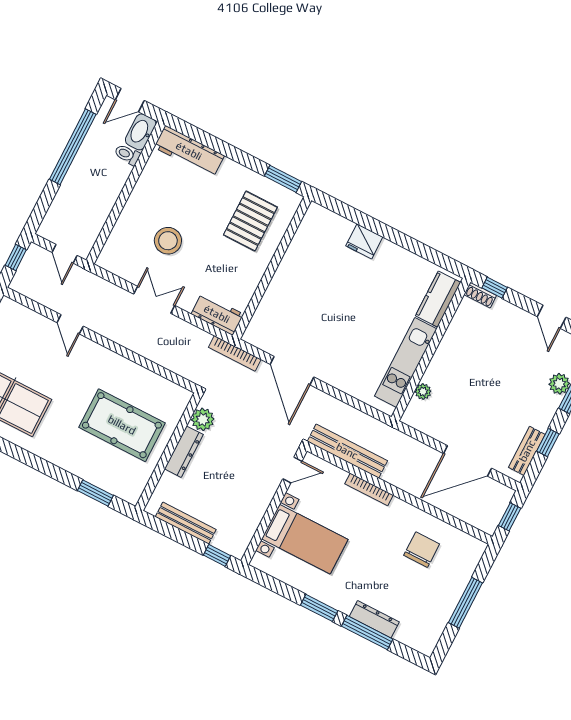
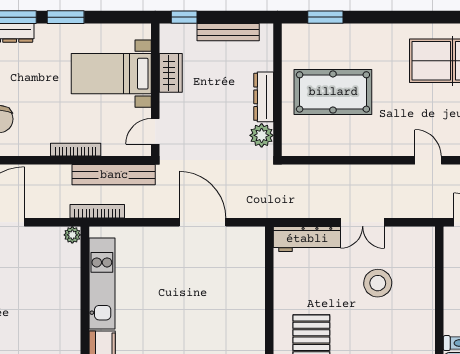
workbench: (217, 314) -> (307, 239), width x1.38
bookcase: (235, 353) -> (97, 211), moved
plant: (423, 392) -> (72, 235), moved
wardrobe: (253, 513) -> (171, 73), added

